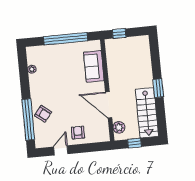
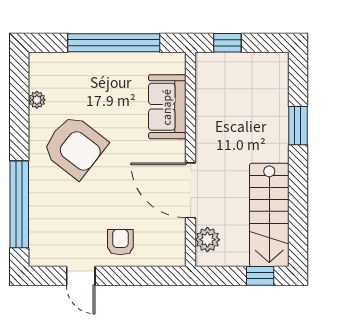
window: (158, 88) -> (298, 126), moved
armchair: (43, 114) -> (75, 147), moved, width x1.88, depth x1.88
window: (134, 143) -> (260, 276), moved
door: (61, 150) -> (81, 276), swing flipped

